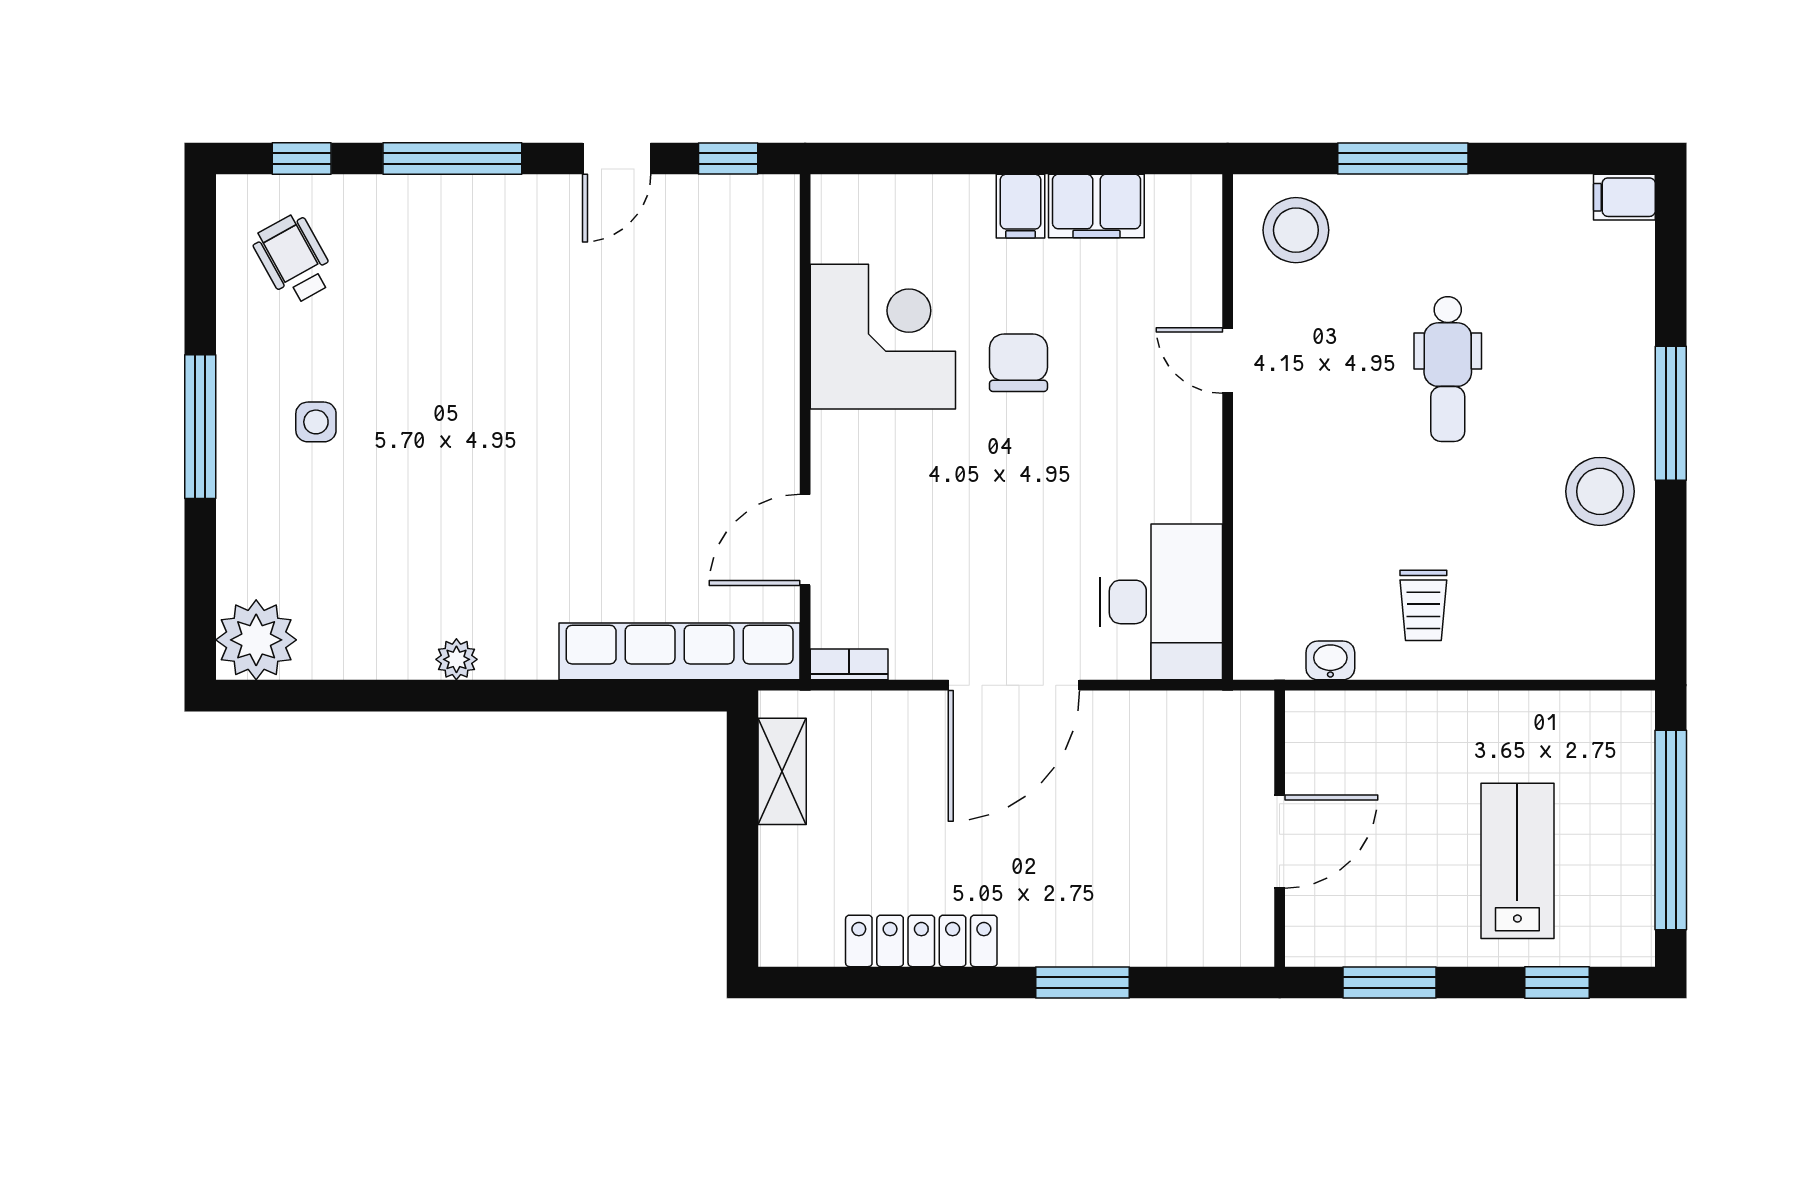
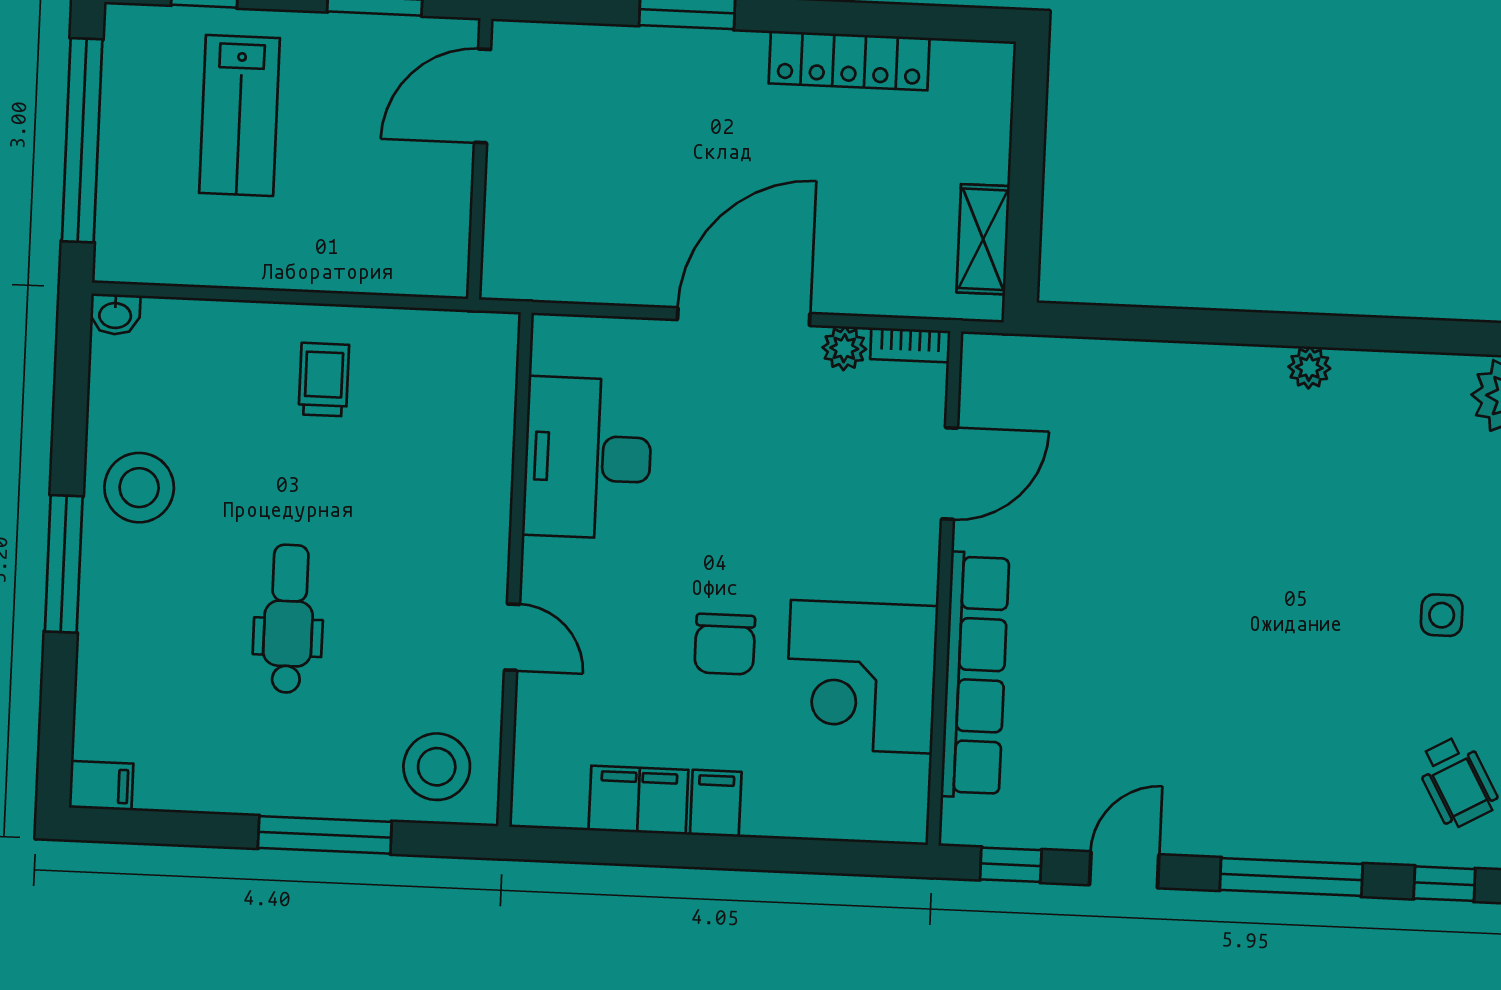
desk: (1161, 602) -> (588, 458), moved
row of seats: (680, 651) -> (975, 675), moved, turned -90
plant: (914, 658) -> (844, 348), added
washbasin: (1330, 660) -> (115, 314), moved
door: (1280, 842) -> (483, 96), moved

